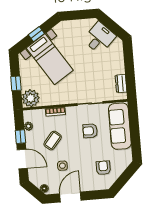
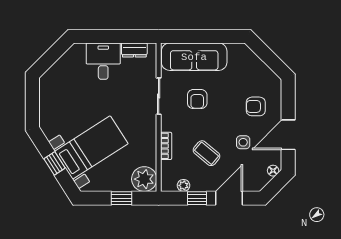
desk: (99, 38) -> (103, 61), moved, turned 45
armchair: (103, 168) -> (256, 106), moved
door: (70, 197) -> (288, 135), hinge flipped

